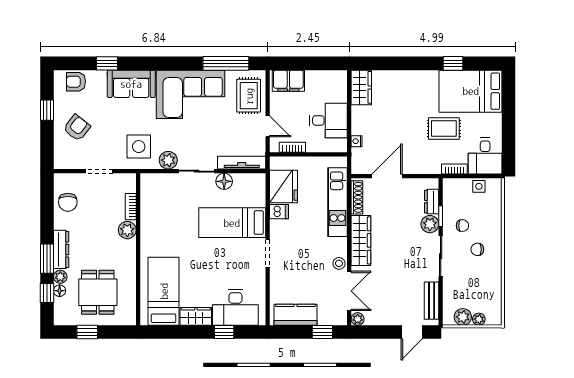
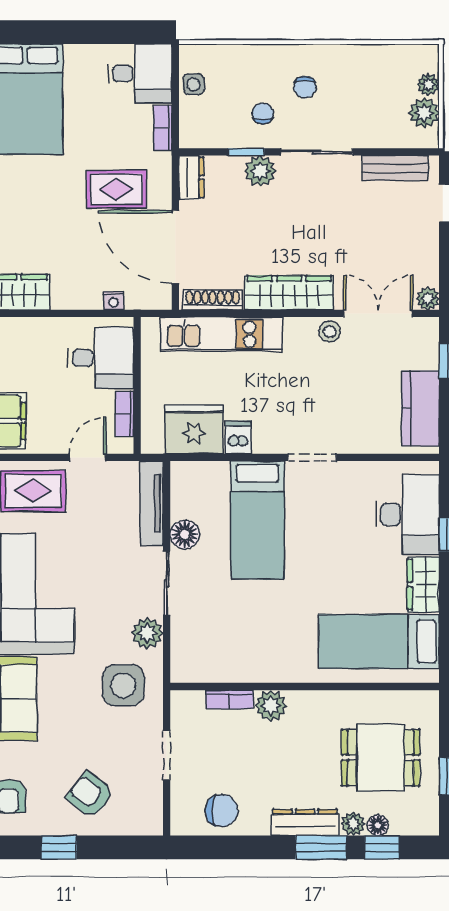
desk: (328, 120) -> (101, 358), moved, turned 90
rug: (444, 128) -> (116, 189), moved, turned 90
door: (387, 176) -> (175, 247), width x1.36
dresser: (432, 202) -> (191, 177), moved, turned -90

